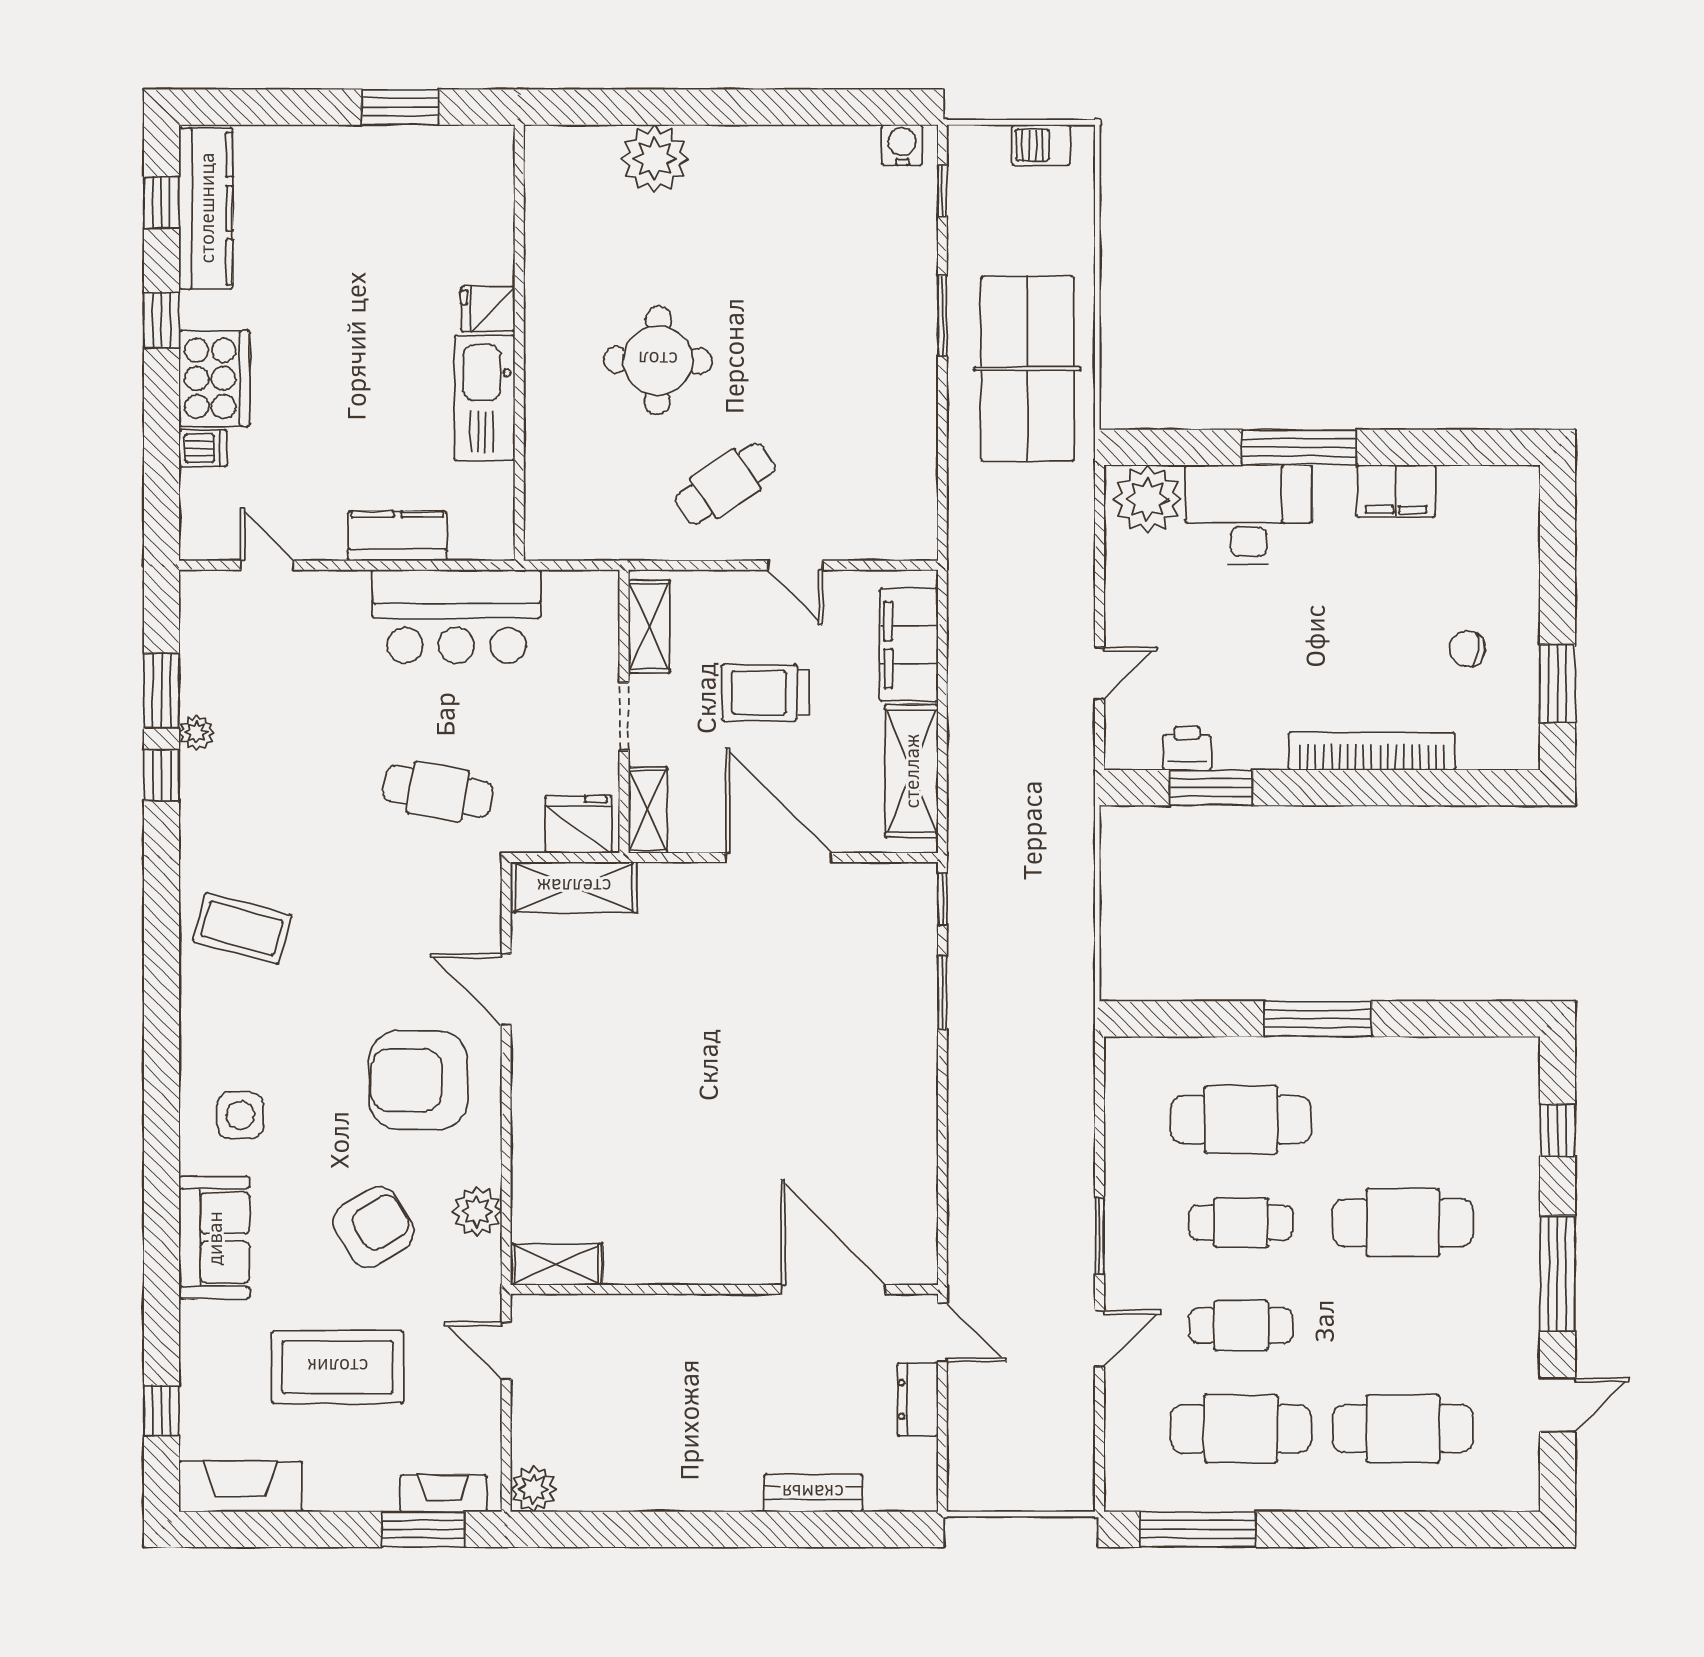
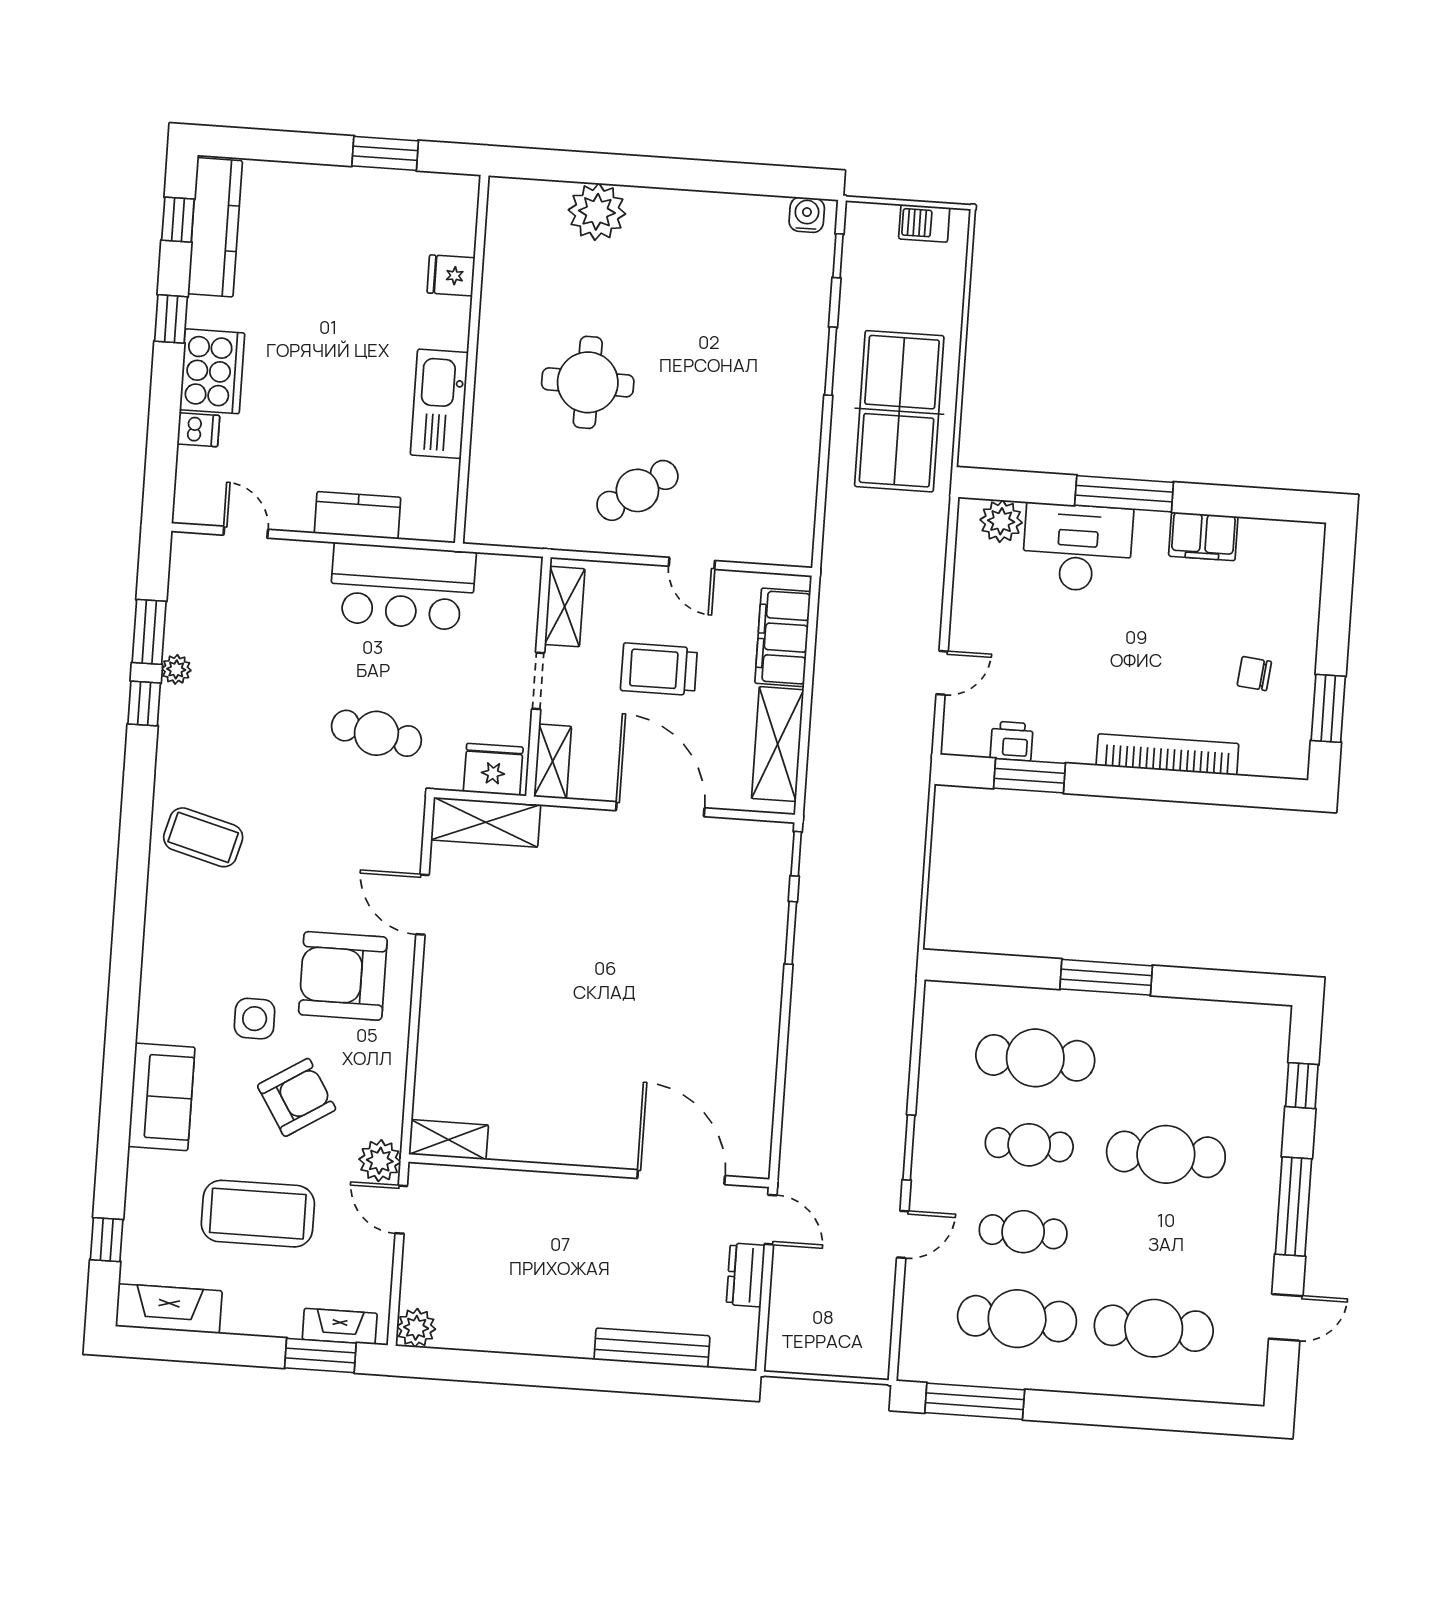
fridge: (488, 309) -> (451, 275), moved
plant: (1147, 499) -> (1001, 521), width x0.73, depth x0.73
side table: (240, 1115) -> (255, 1019), moved
plant: (477, 1211) -> (380, 1161), moved
bench: (813, 1493) -> (652, 1348), width x1.36

